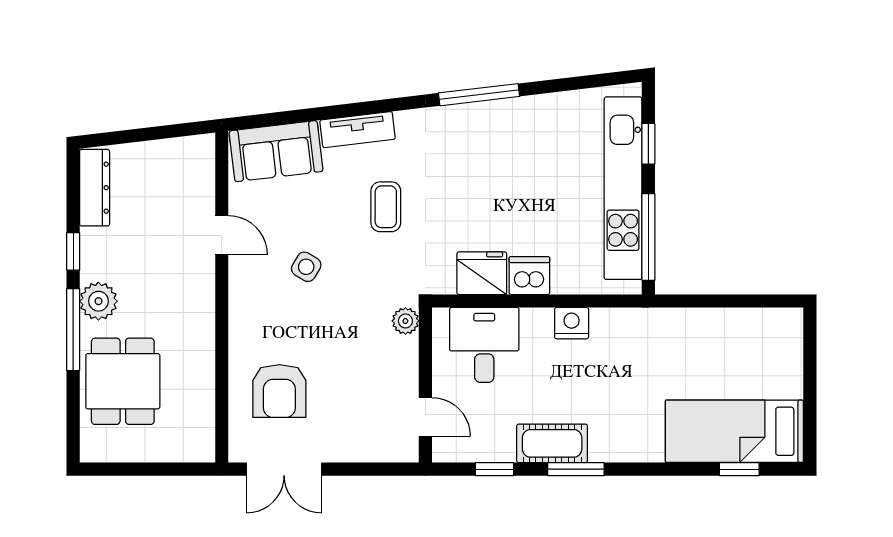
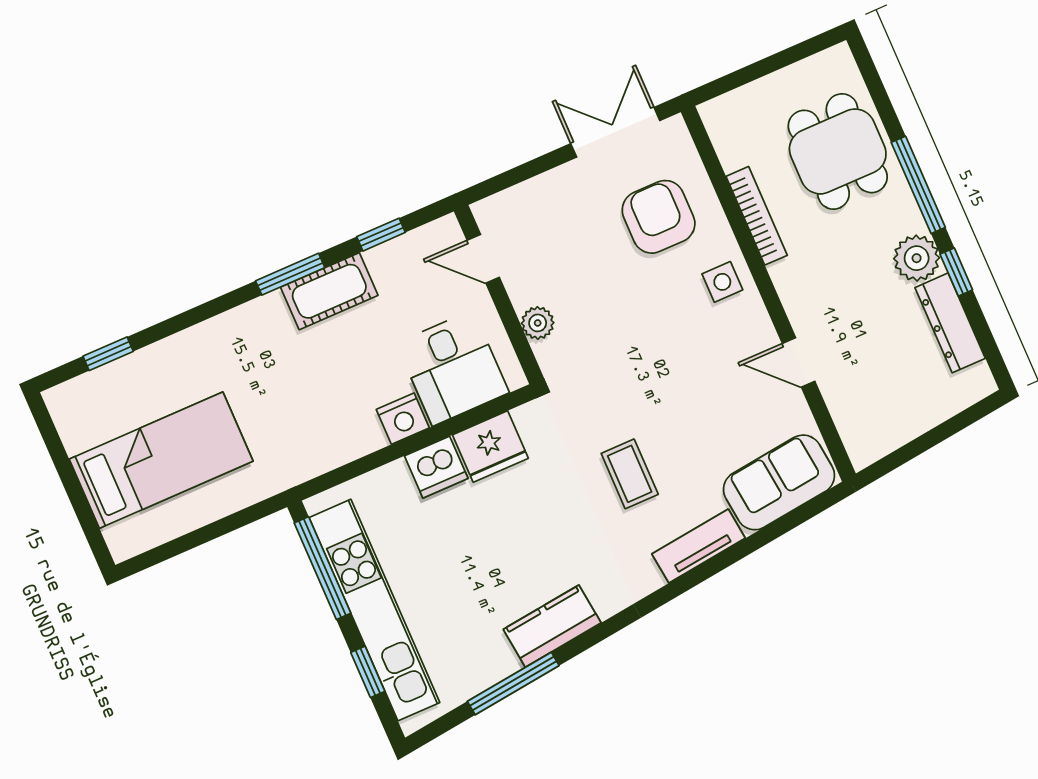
window: (479, 95) -> (513, 684), moved
kitchen counter: (494, 118) -> (552, 626), added
dresser: (95, 188) -> (950, 323), moved
side table: (306, 267) -> (722, 282), moved, turned -31
plant: (98, 301) -> (917, 258), moved
plant: (405, 321) -> (538, 323), moved
nightstand: (572, 323) -> (403, 419), moved
bookcase: (205, 359) -> (757, 216), added
bed: (734, 431) -> (161, 460), moved

